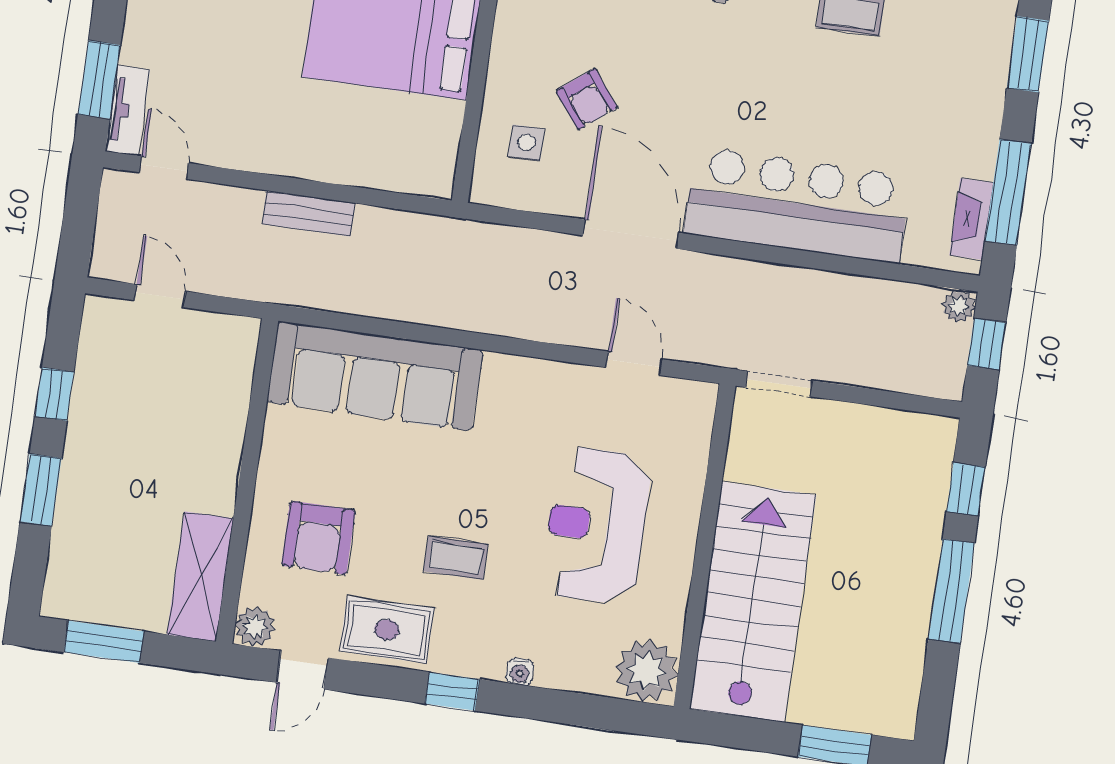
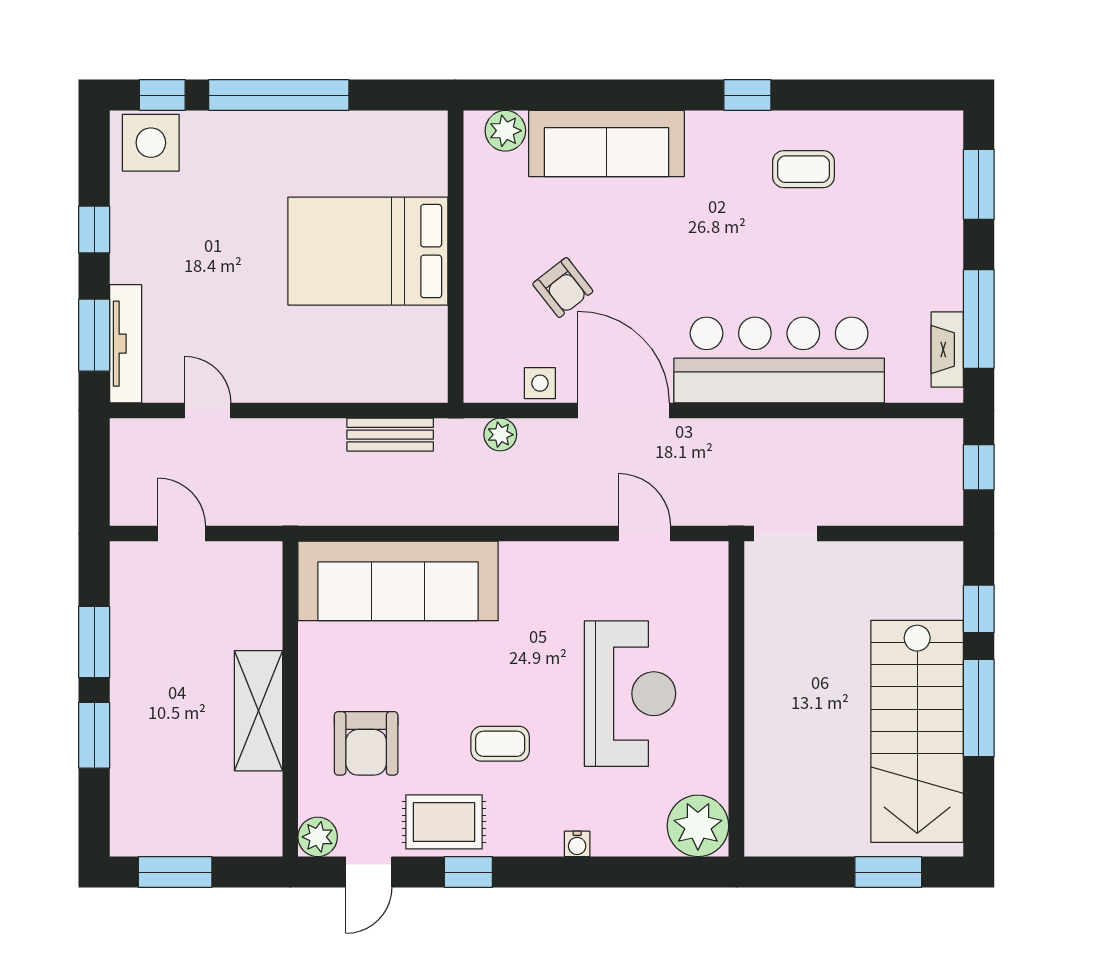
tv unit: (128, 111) -> (126, 344), width x1.41
side table: (526, 143) -> (540, 383), moved
door: (164, 168) -> (208, 410), moved
bench: (308, 214) -> (390, 435), moved
plant: (959, 306) -> (500, 435), moved
window: (54, 394) -> (94, 642), width x1.50
reception desk: (596, 525) -> (630, 694), turned 180
shelving: (200, 577) -> (259, 711), moved
stairs: (753, 602) -> (917, 731), moved, turned 180
window: (452, 691) -> (468, 872), moved

